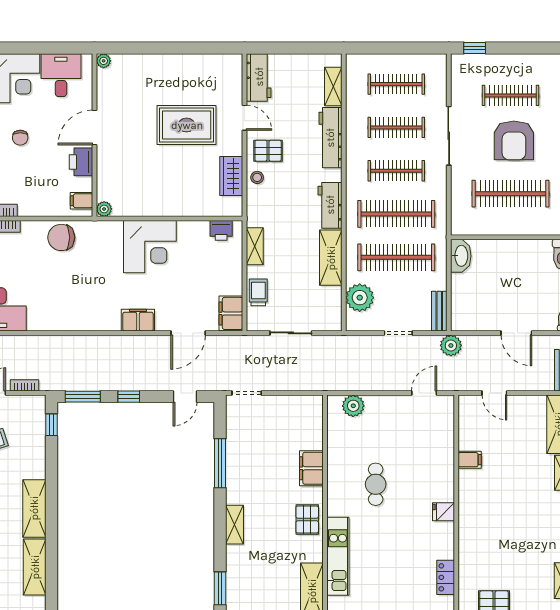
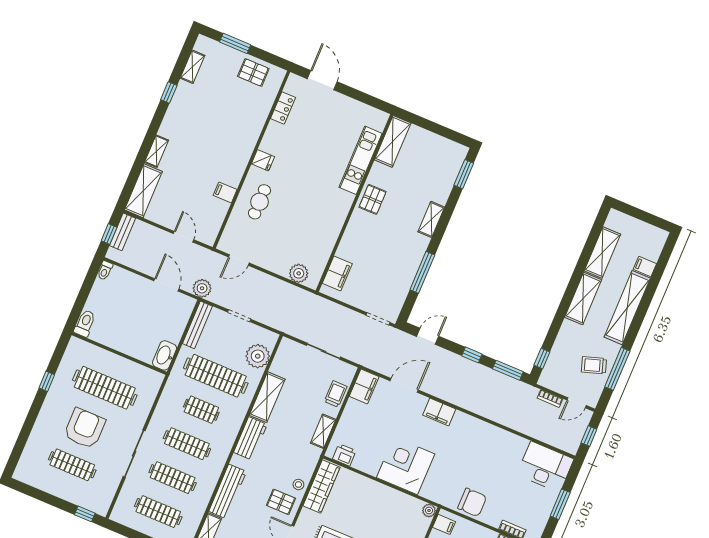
wardrobe: (231, 176) -> (322, 487), width x1.50
clothes rail: (396, 214) -> (201, 410), width x0.54, depth x0.76
trolley: (258, 292) -> (336, 394), turned 180
bench: (439, 311) -> (197, 325), width x1.36
door: (516, 333) -> (166, 285), moved
filing cabinet: (311, 468) -> (337, 274), moved
cafe table: (376, 484) -> (260, 202), moved

